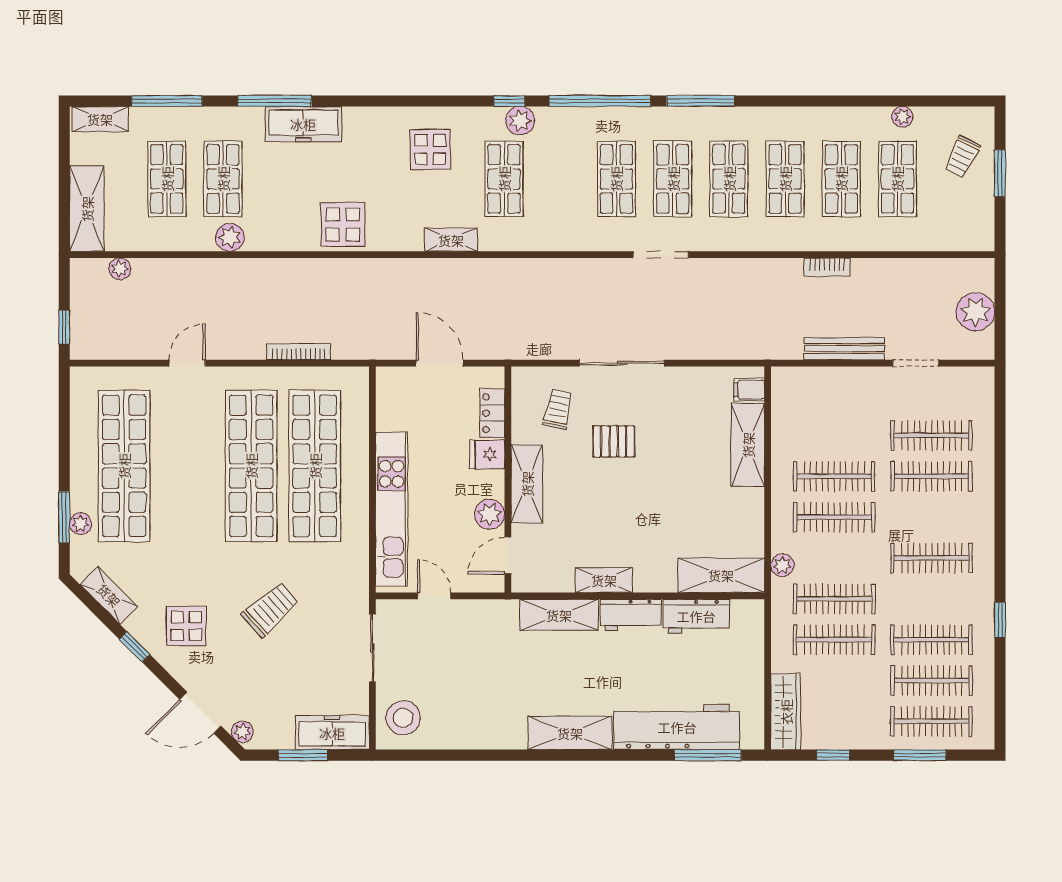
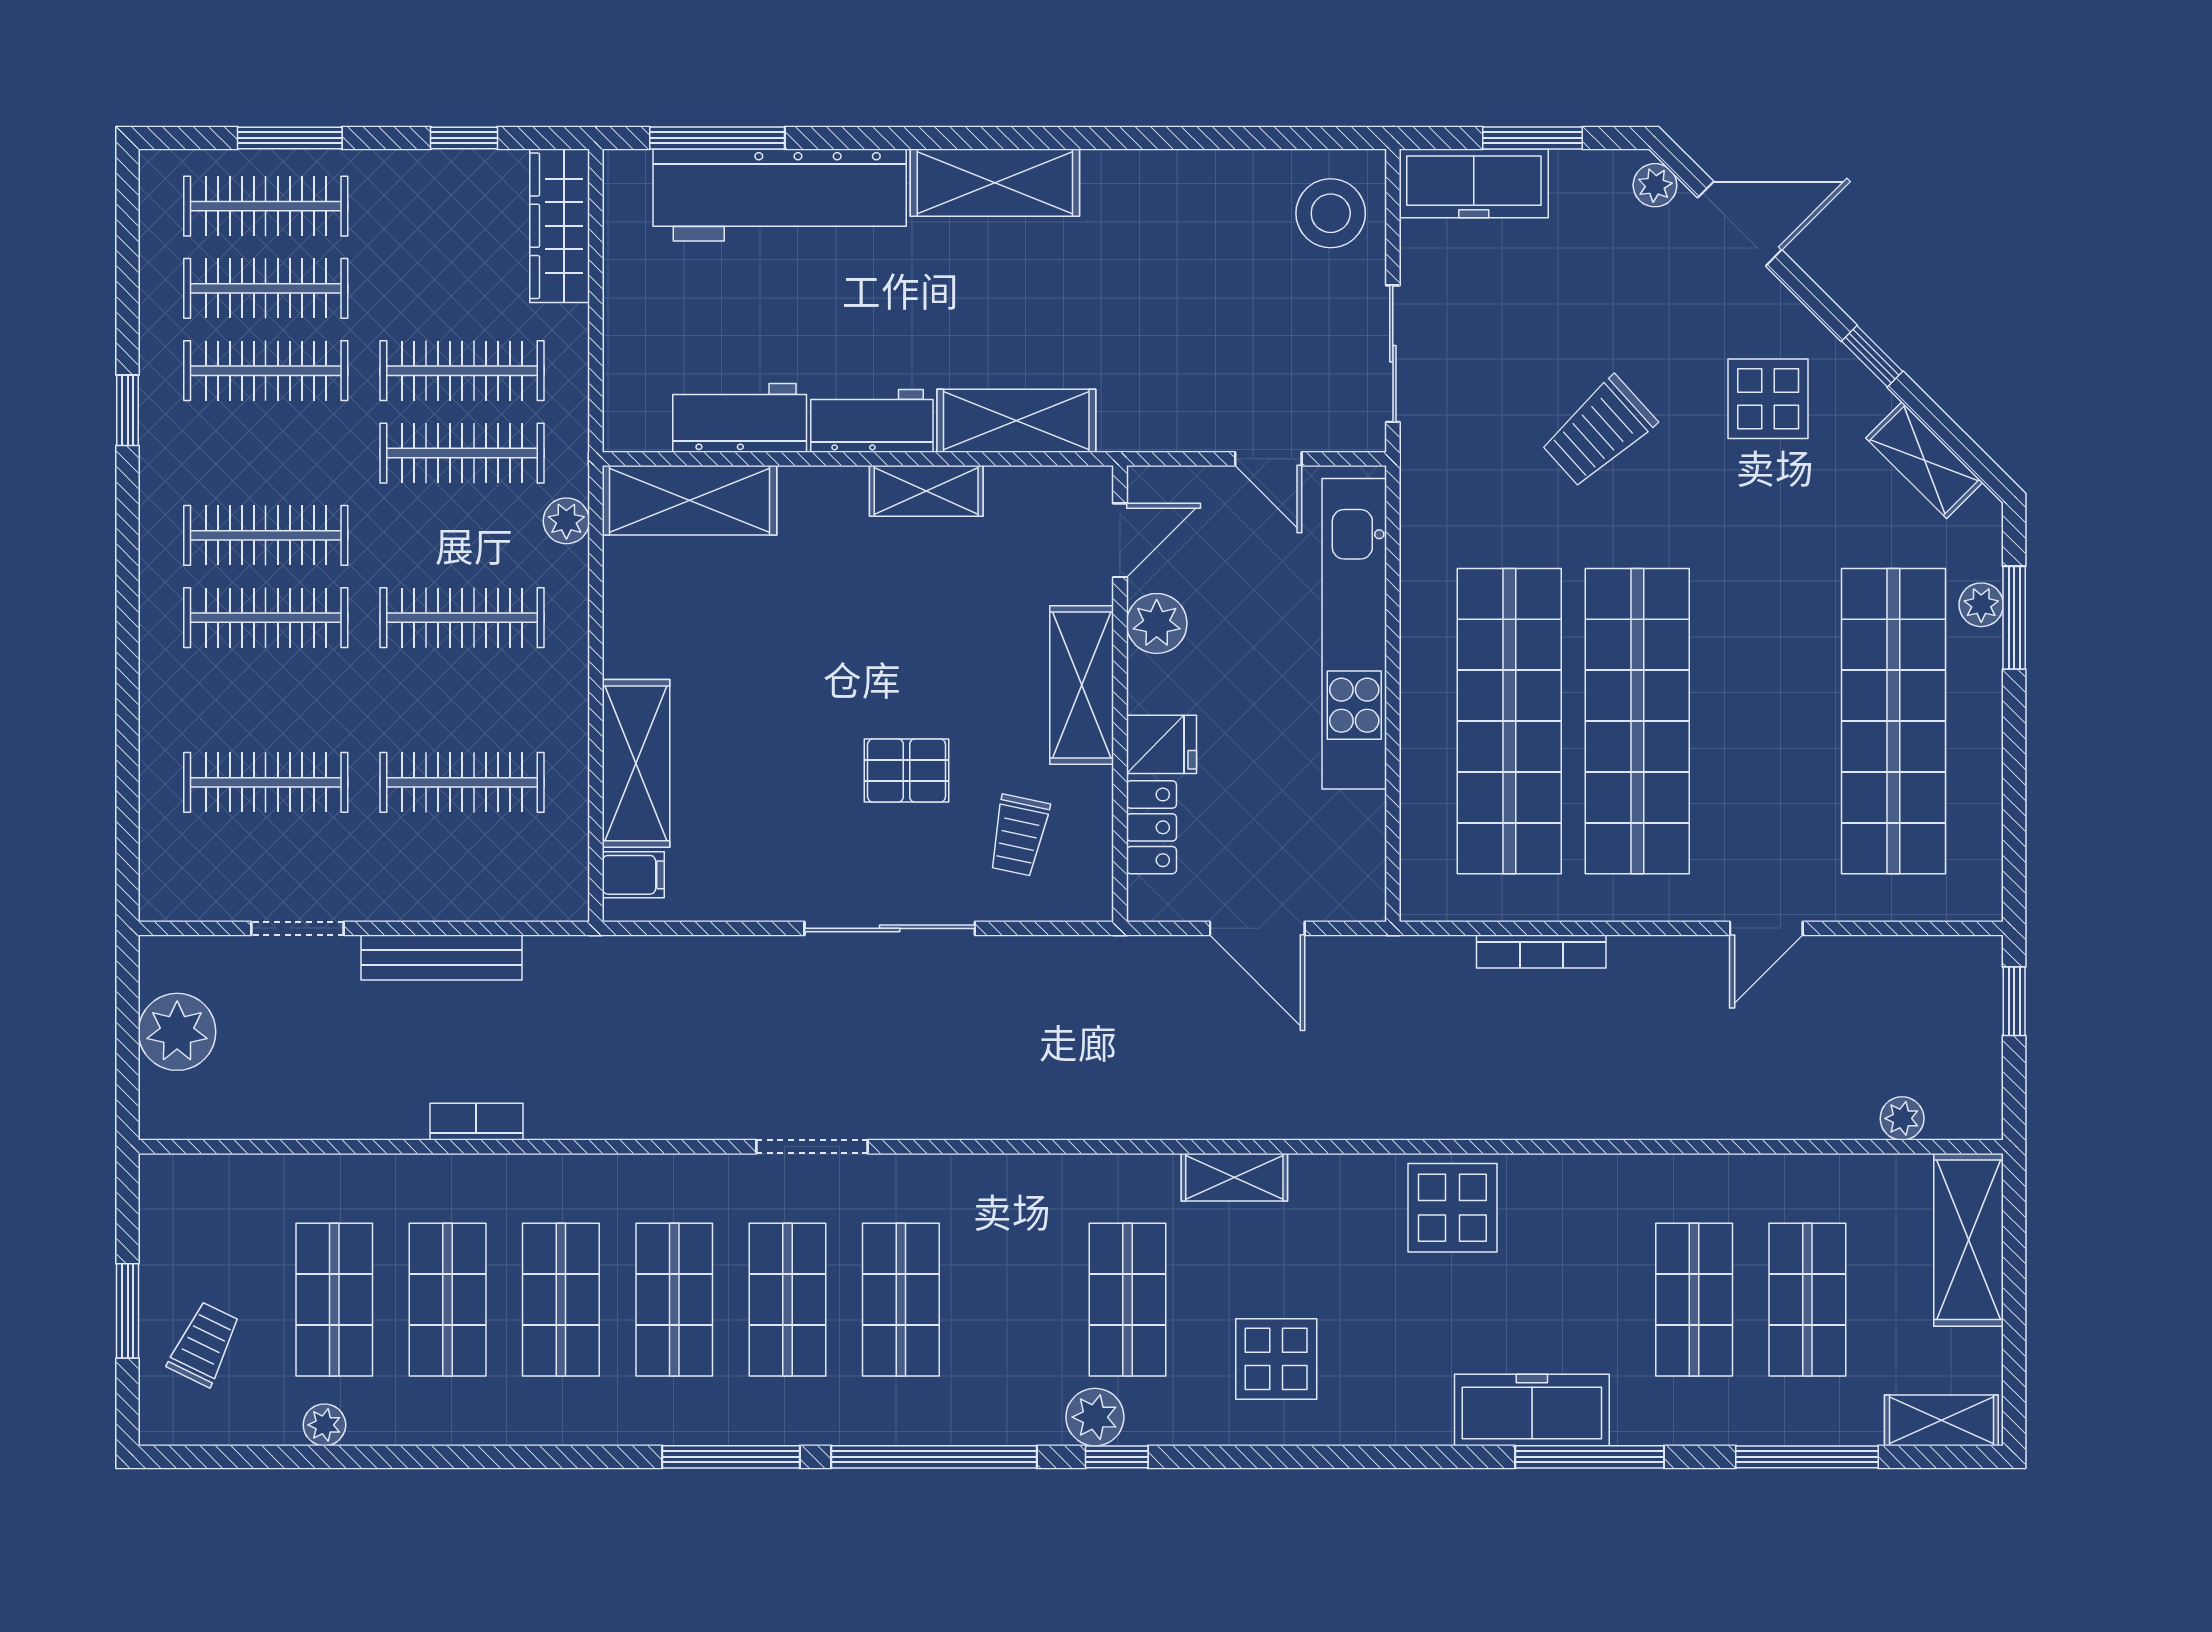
plant: (230, 237) -> (1680, 1182), removed
clothes rail: (834, 476) -> (462, 782), moved
clothes rail: (931, 476) -> (266, 618), moved

